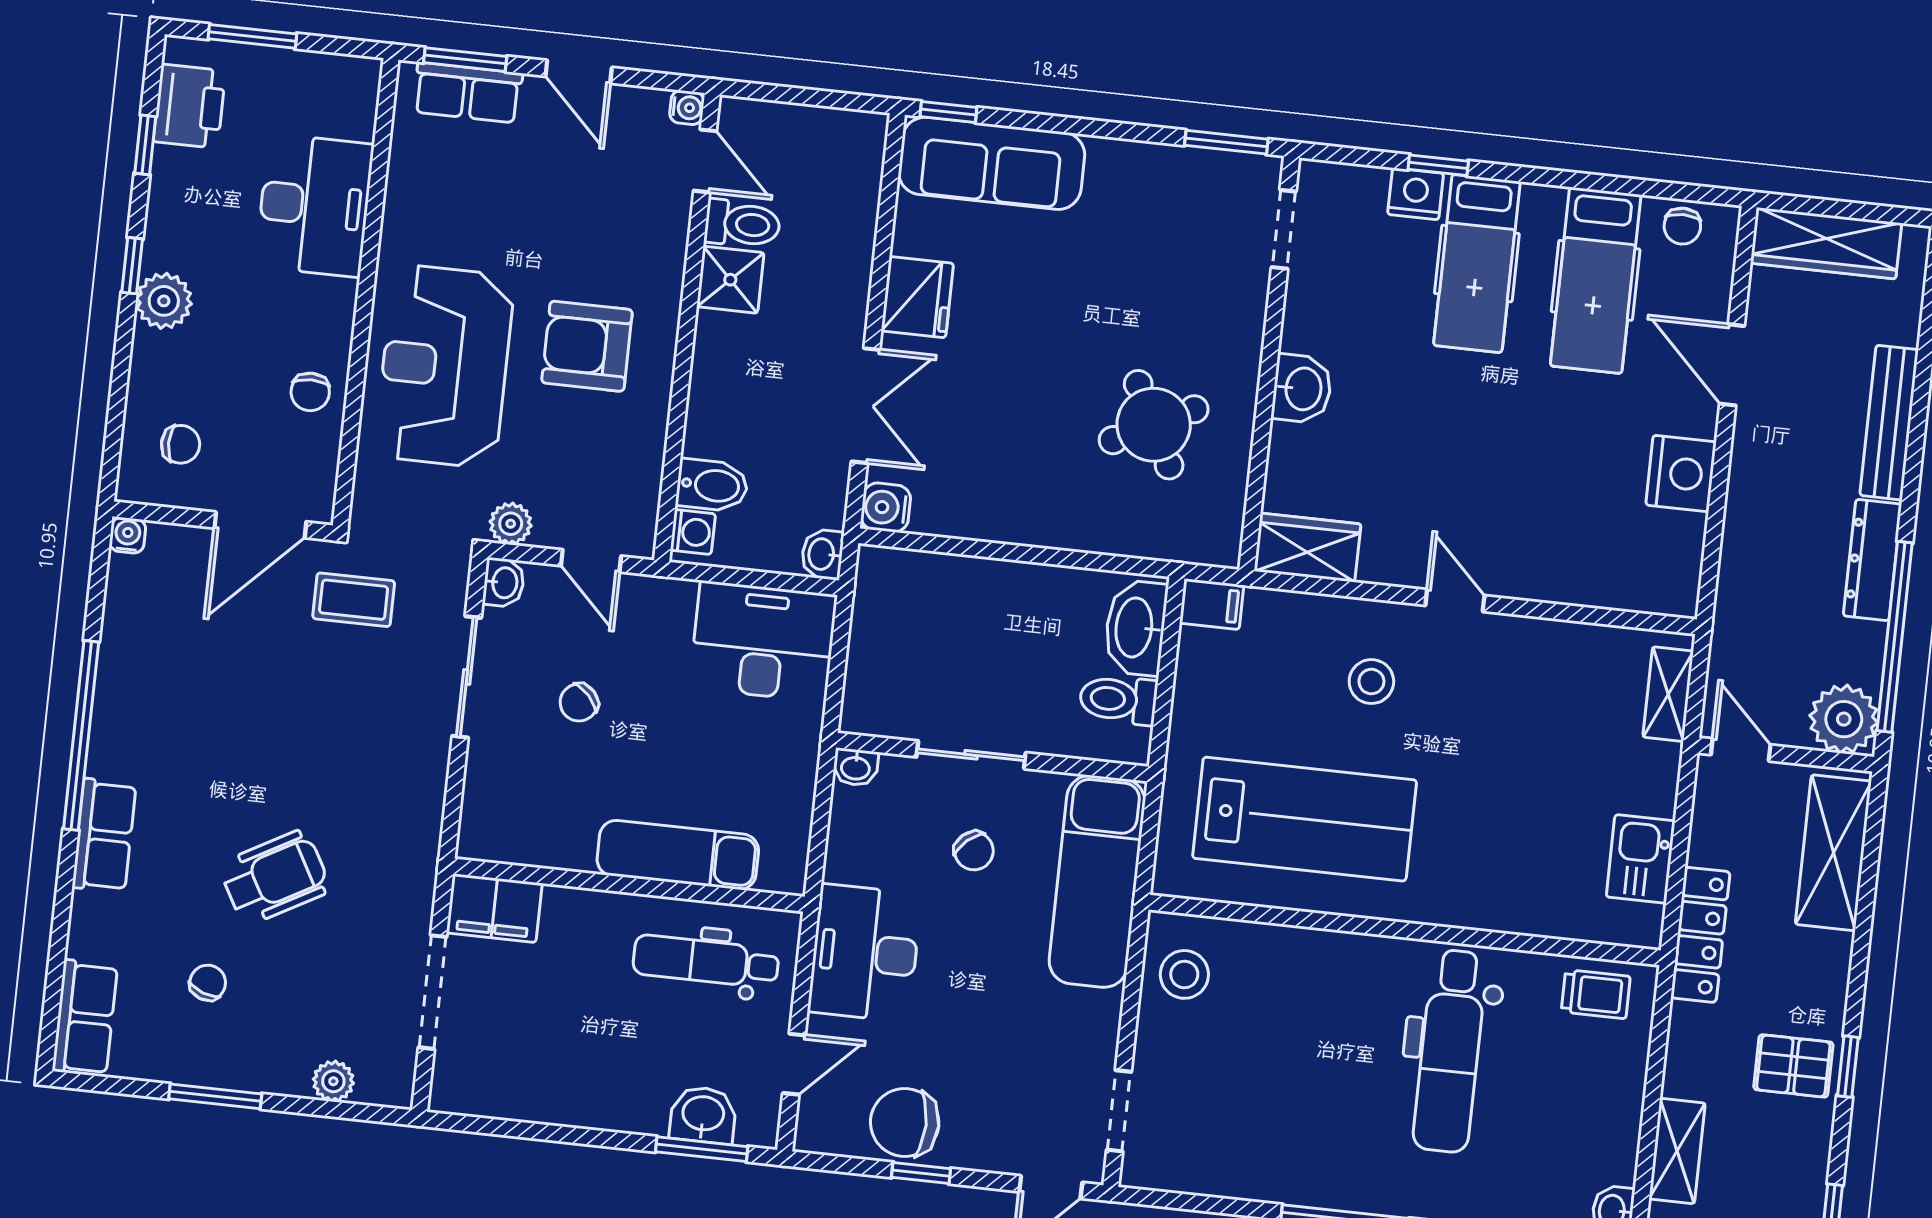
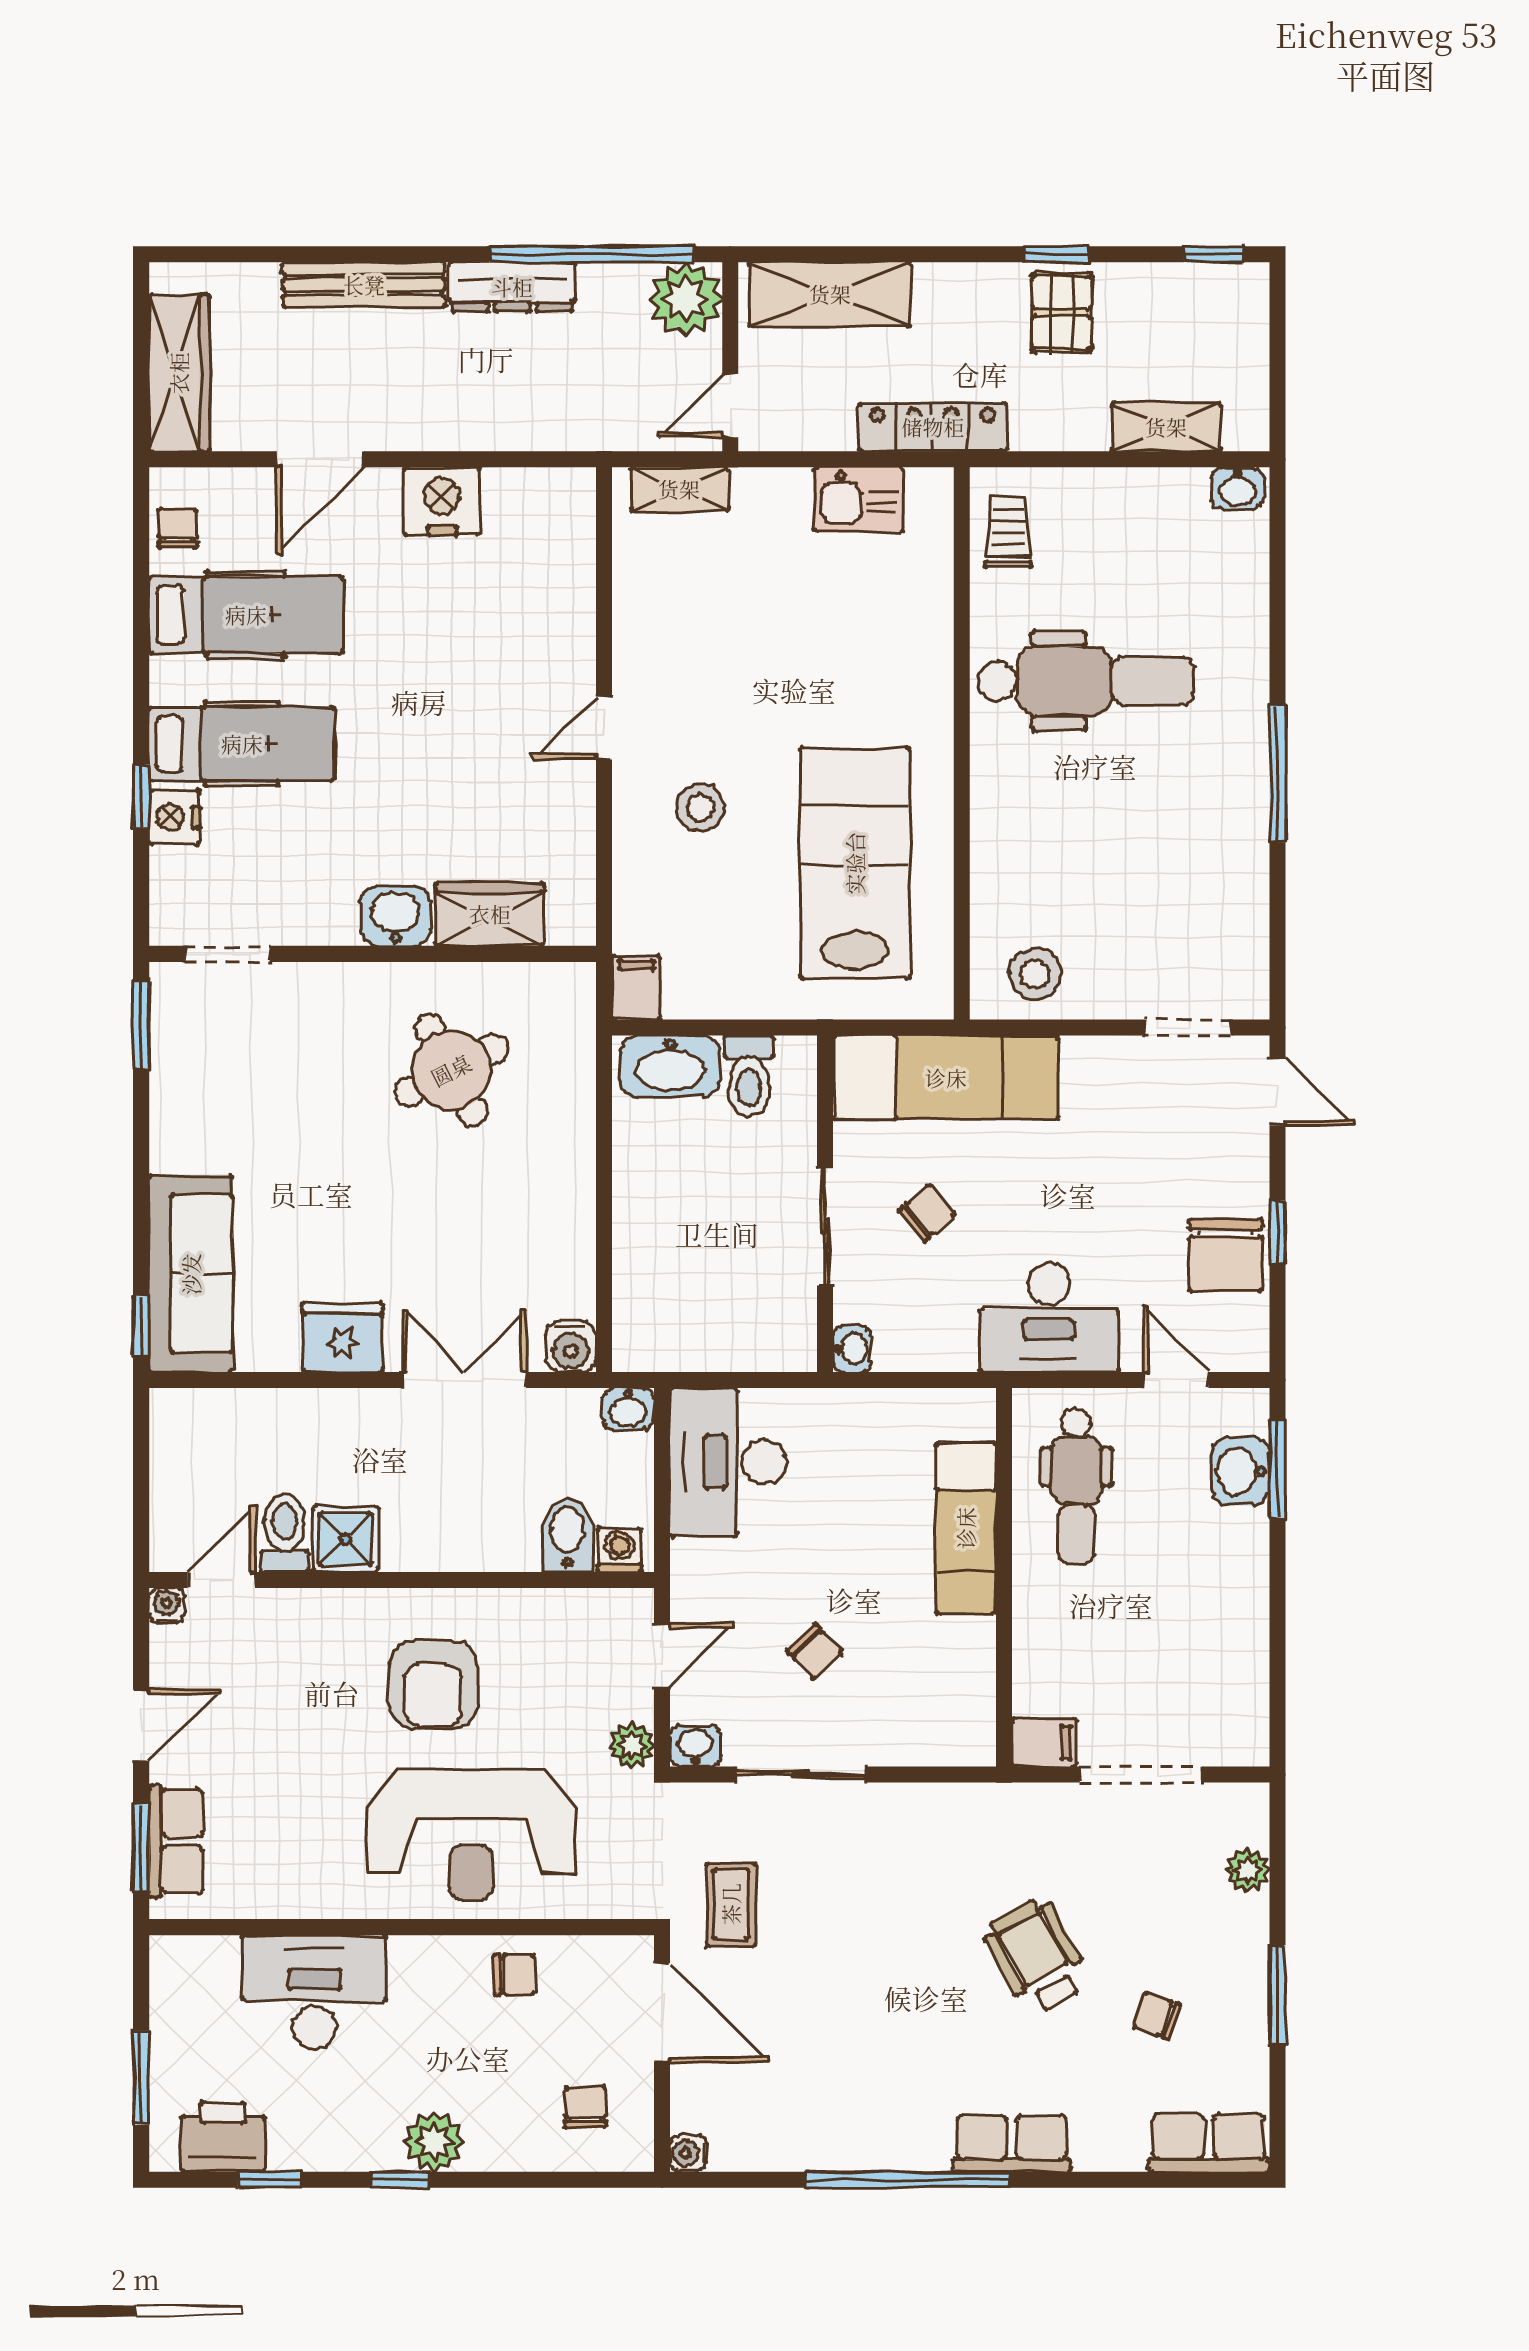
chair: (1682, 226) -> (178, 529), turned -90
wardrobe: (1307, 548) -> (490, 914), moved, turned 90
filing cabinet: (494, 908) -> (1044, 1743), width x0.50

